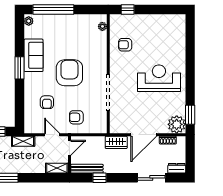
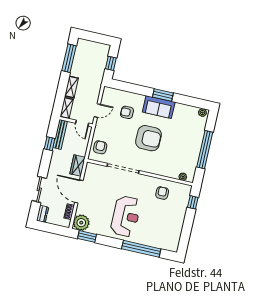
window: (53, 9) -> (205, 150), moved
window: (190, 54) -> (141, 249), added
sofa: (33, 55) -> (159, 107), moved
armchair: (76, 117) -> (100, 147), moved
shelving: (23, 141) -> (72, 87), moved

